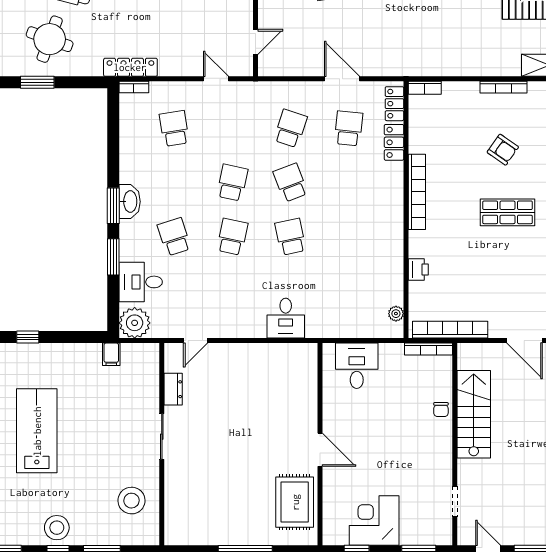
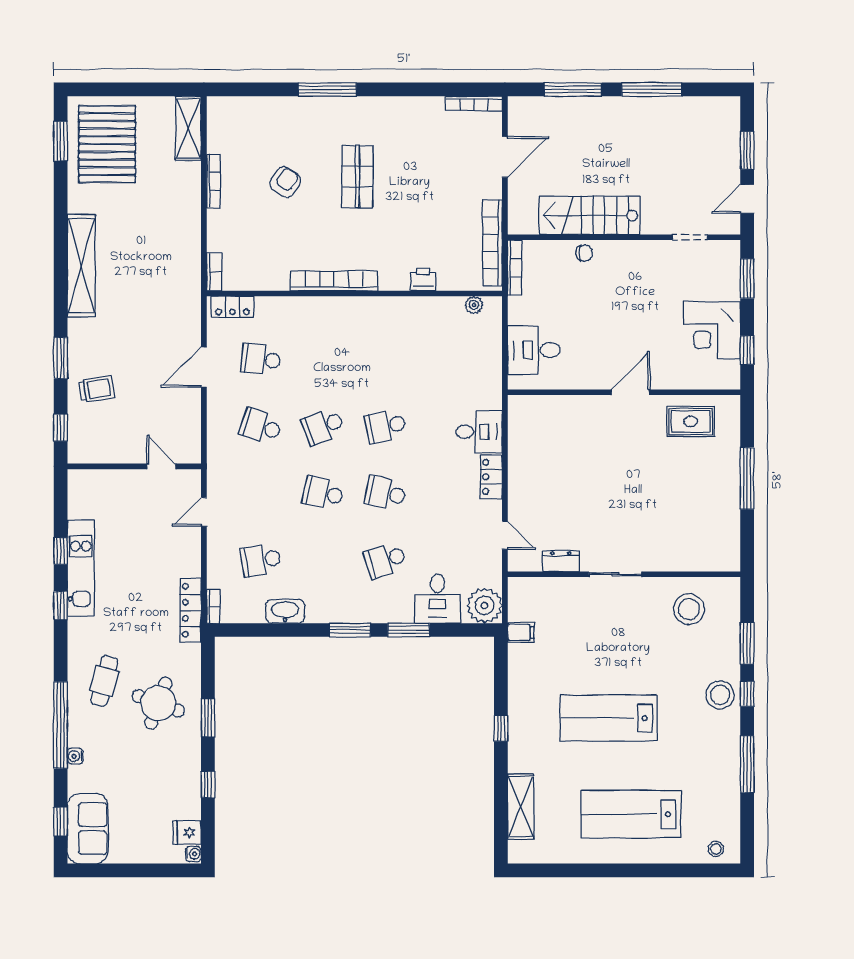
locker: (394, 142) -> (491, 477), moved, turned 90
washbasin: (130, 202) -> (285, 611), moved
rug: (295, 502) -> (691, 421), width x0.73, depth x0.70

